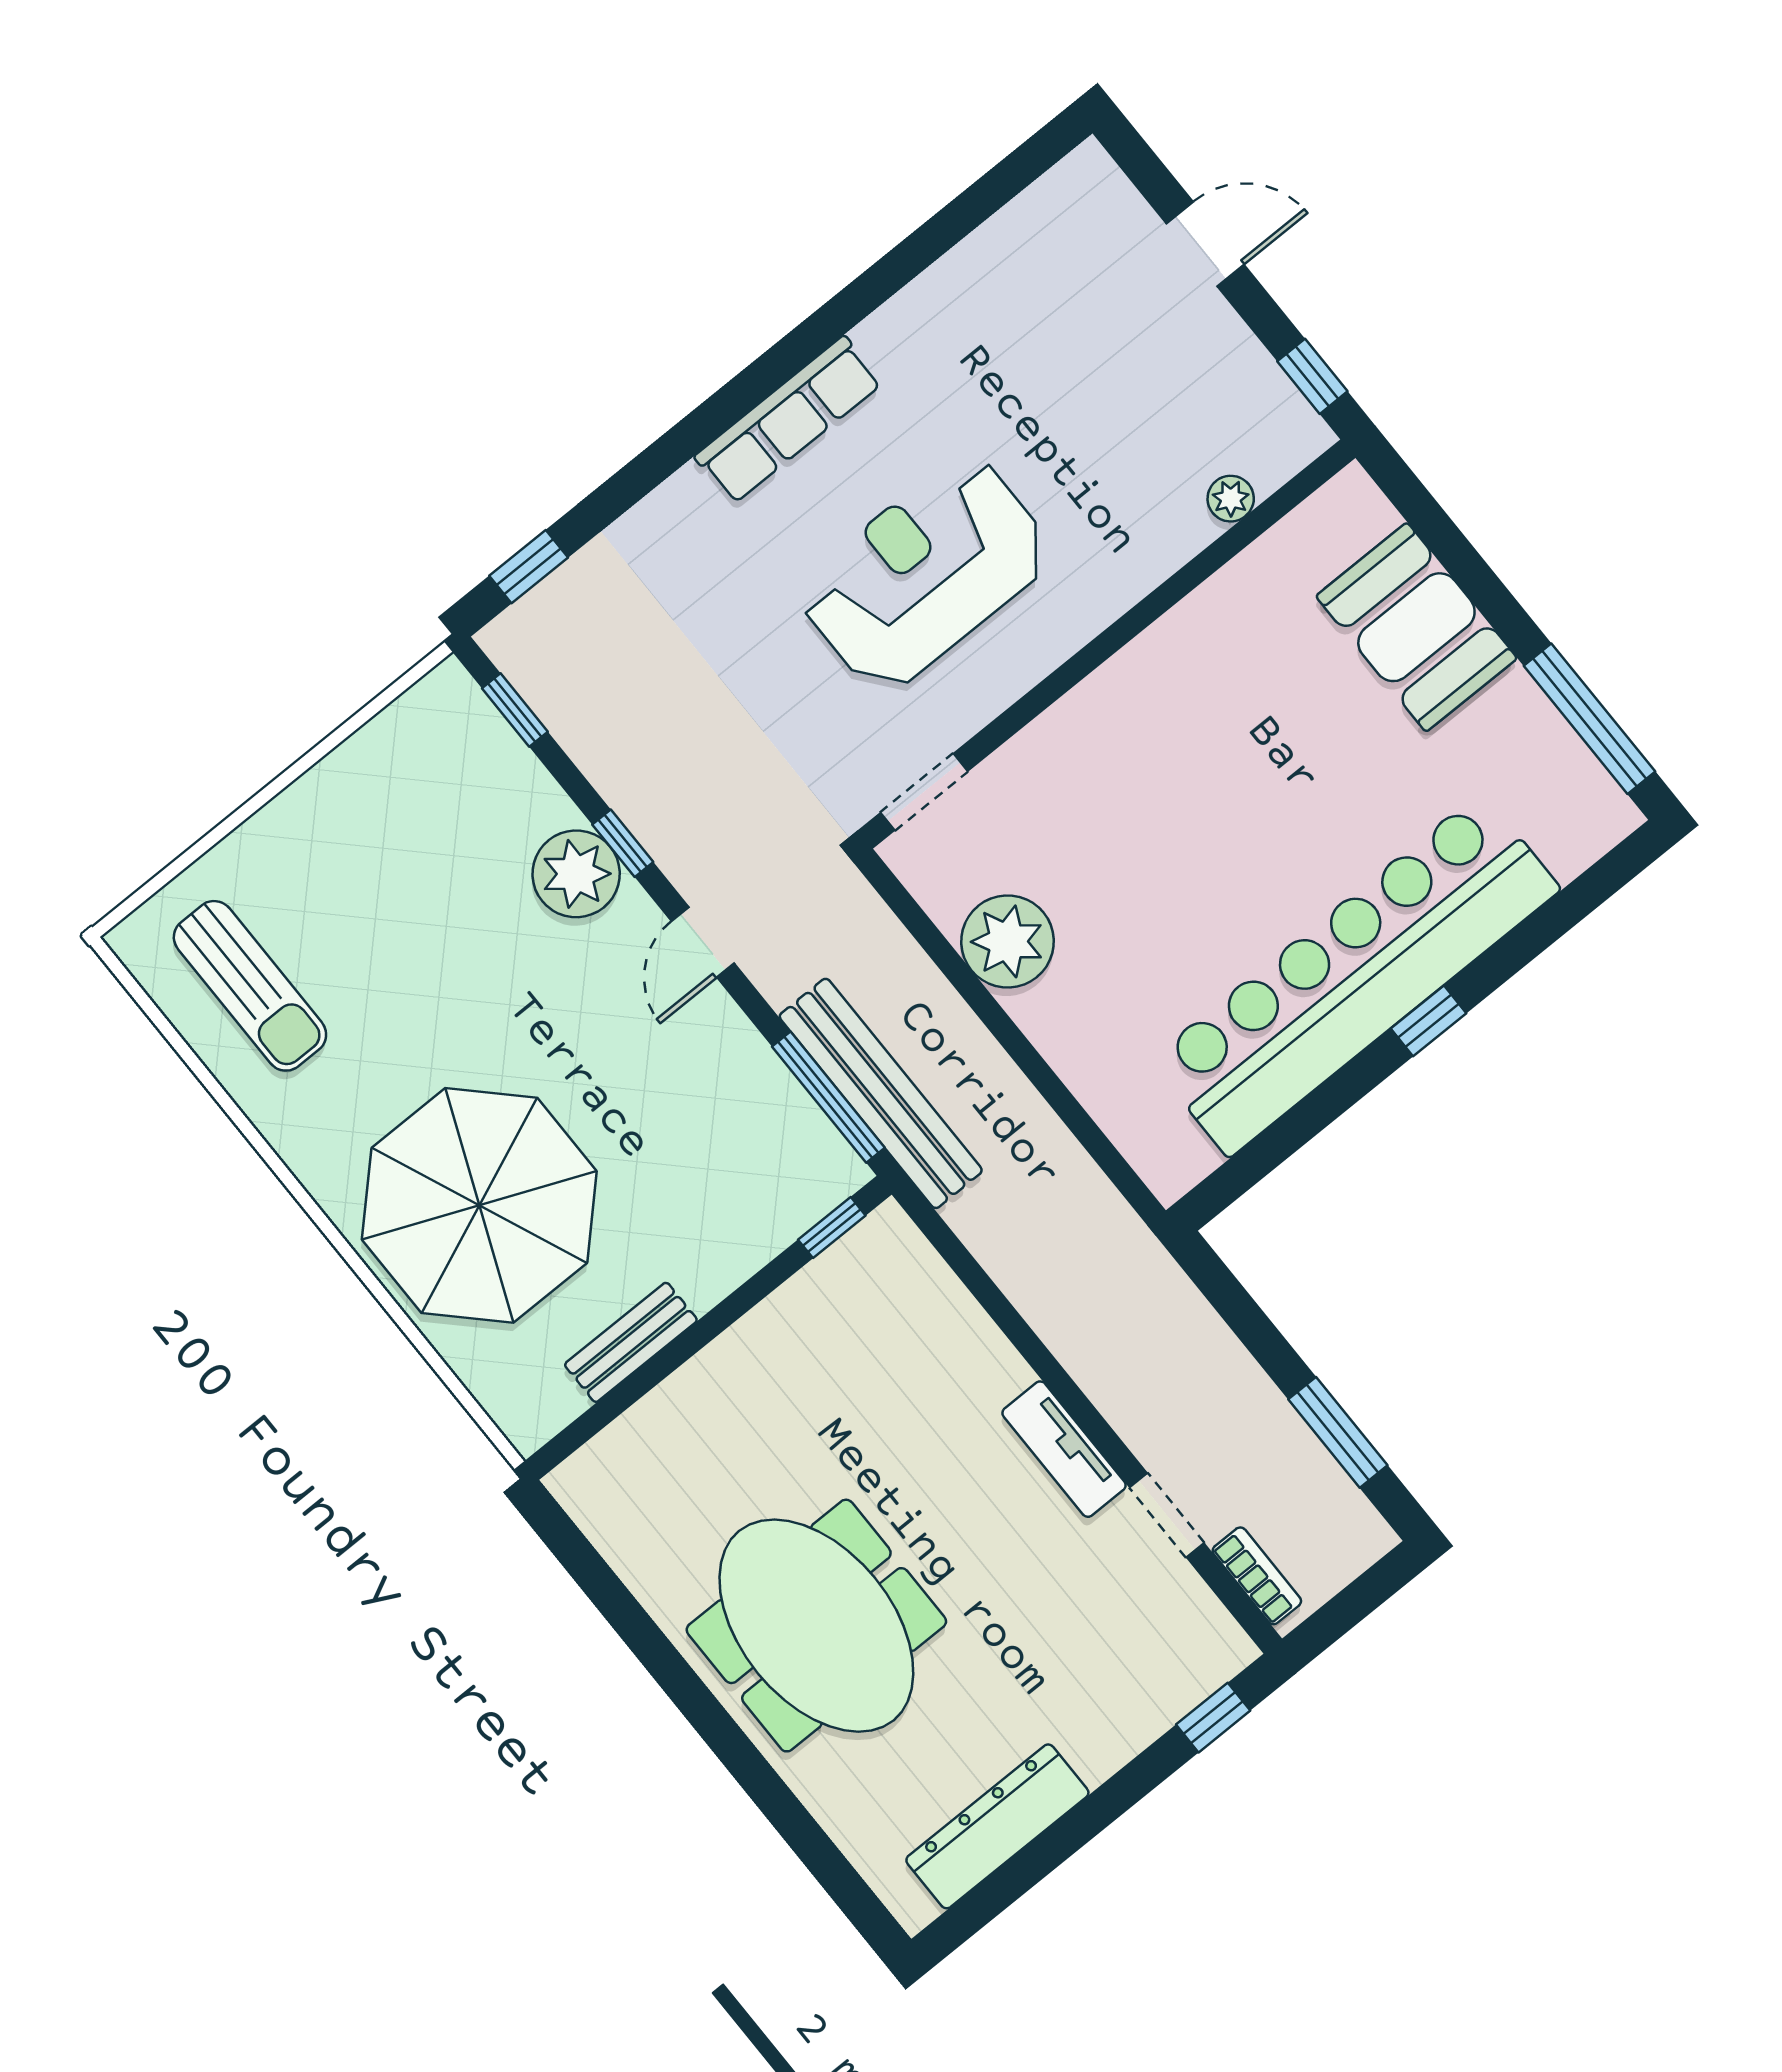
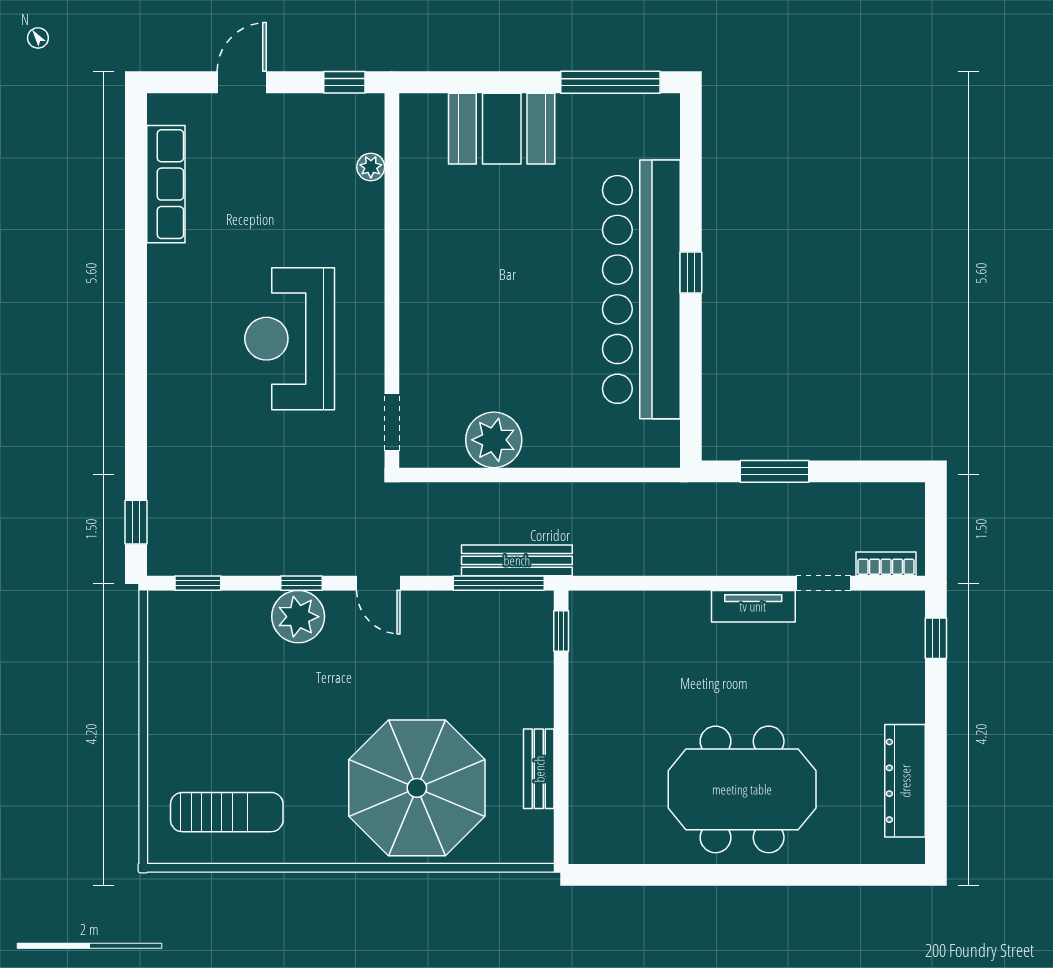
row of seats: (788, 420) -> (166, 184), moved
bench: (881, 1093) -> (517, 560), width x0.73, depth x0.82
window: (1338, 1432) -> (774, 471), moved

